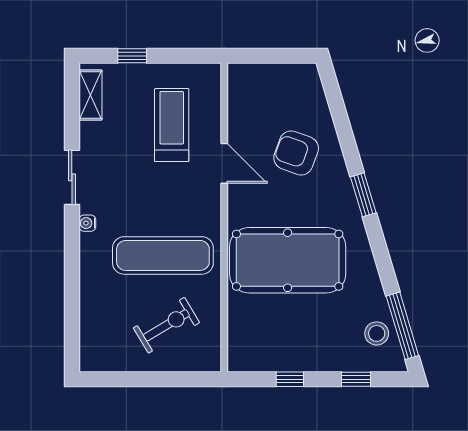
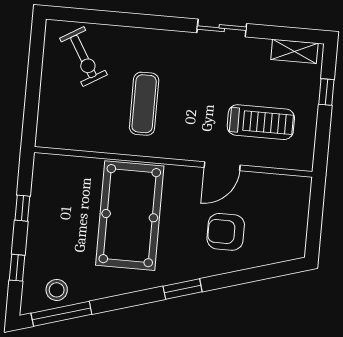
armchair: (296, 153) -> (226, 232), turned -110
water cooler: (87, 223) -> (179, 38), removed
exercise mat: (163, 255) -> (144, 104), width x0.73, depth x0.69
exercise bike: (166, 325) -> (83, 57), moved

